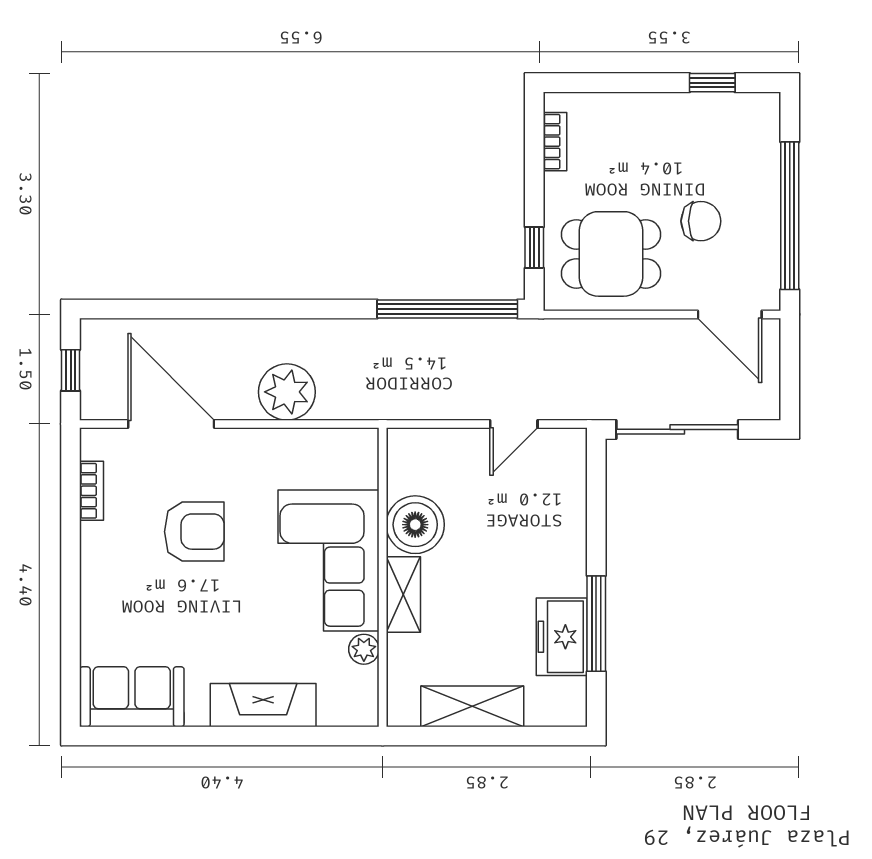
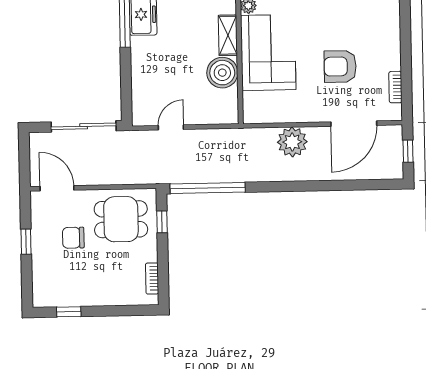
window: (790, 216) -> (26, 242), width x0.32
door: (171, 424) -> (354, 124), hinge flipped

